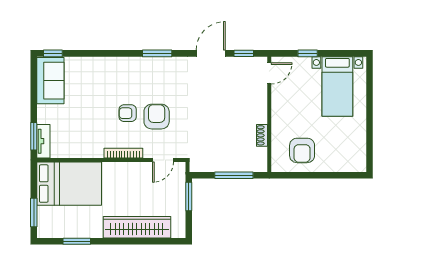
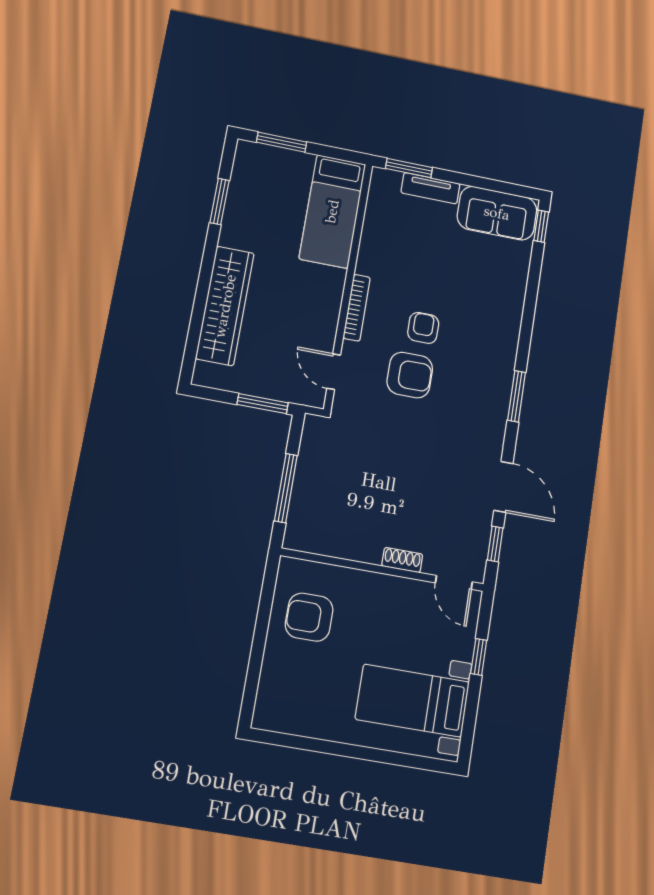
shoe rack: (262, 135) -> (402, 560), moved
tv unit: (43, 141) -> (430, 188), moved
bed: (69, 184) -> (332, 211), width x0.67

